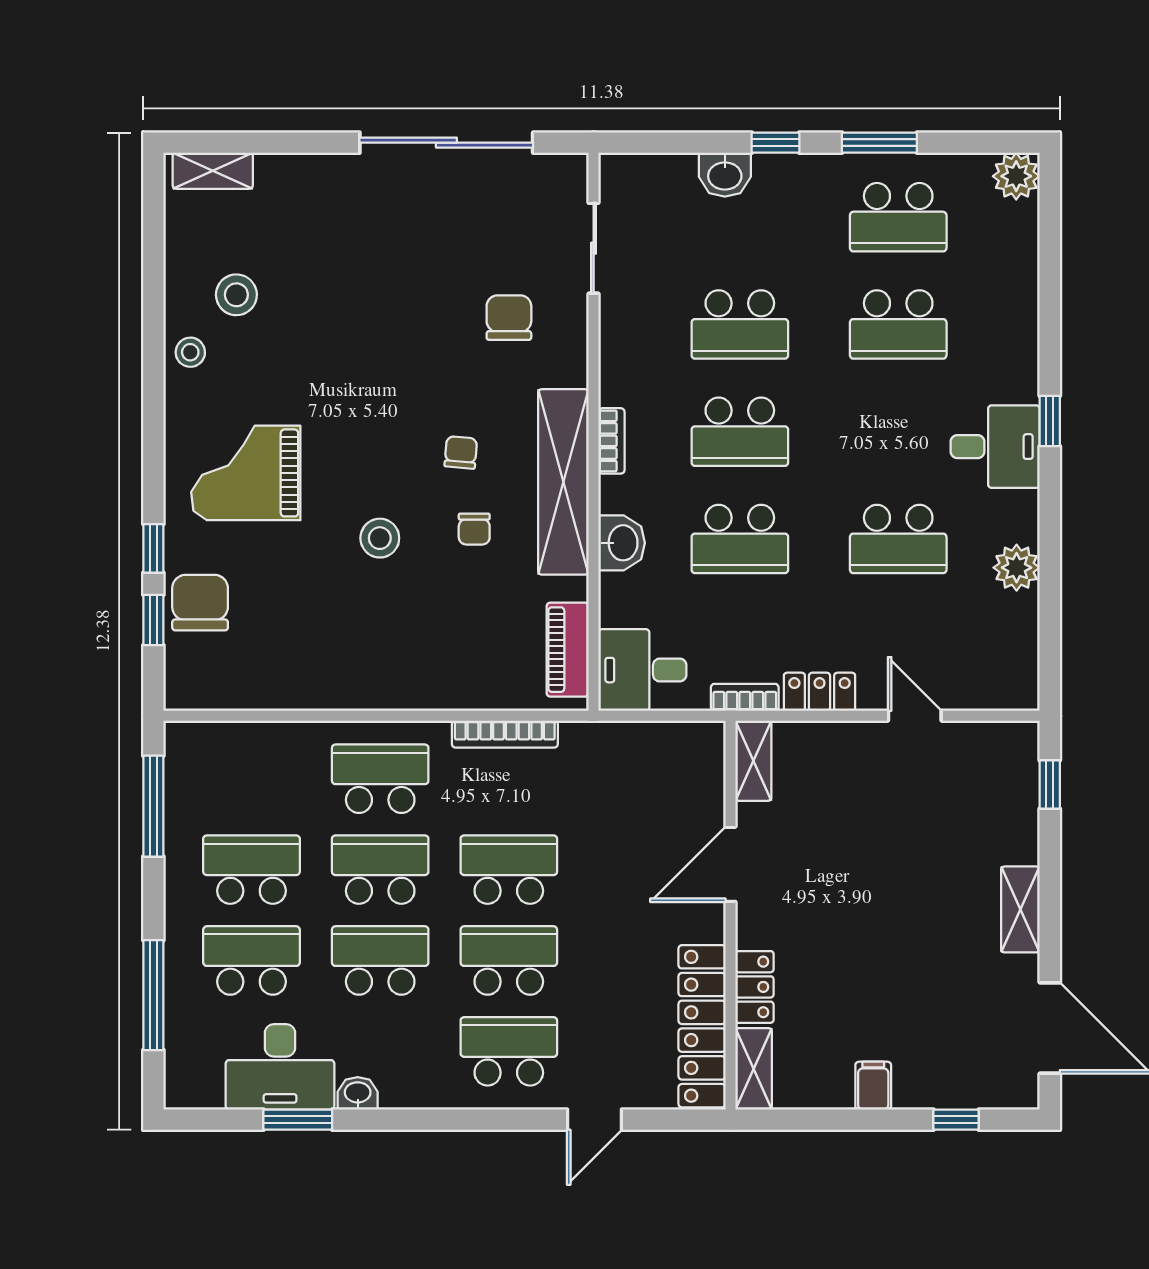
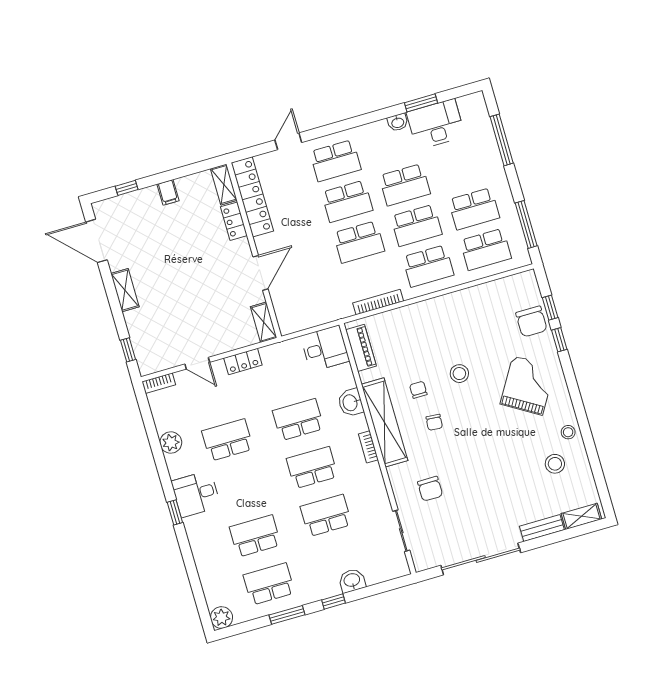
bench: (302, 170) -> (542, 528), added
grand piano: (246, 473) -> (528, 385), turned -59
bookcase: (745, 697) -> (159, 383), moved
school desk: (252, 960) -> (486, 249), moved

